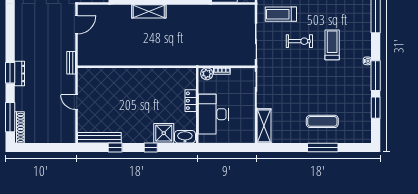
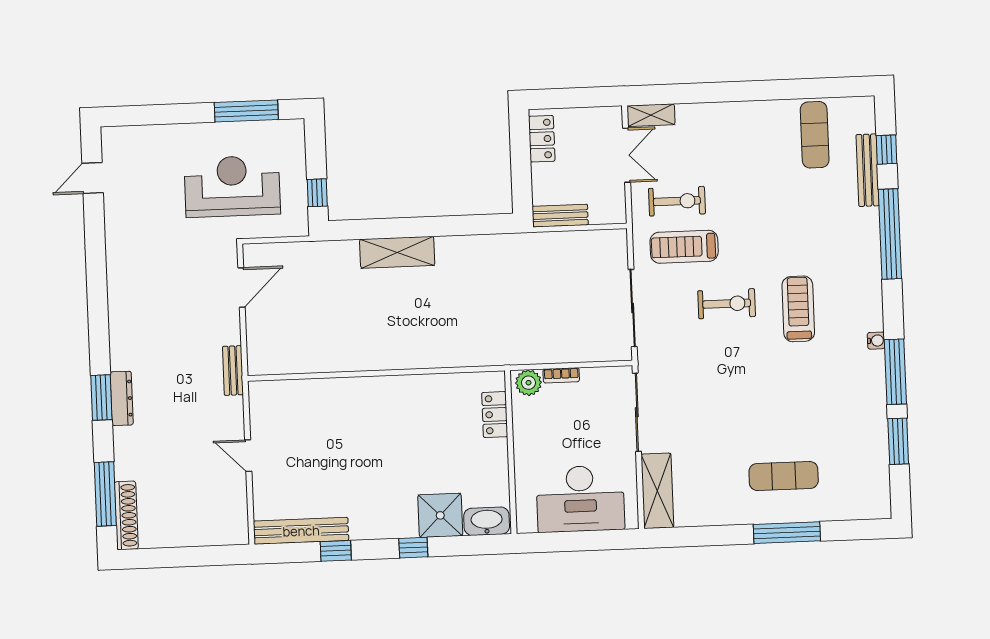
locker: (191, 101) -> (495, 415), moved
desk: (213, 114) -> (580, 499), moved, turned -90

